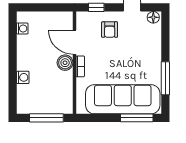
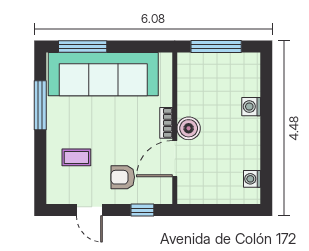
floor lamp: (153, 17) -> (58, 195), removed
armchair: (110, 30) -> (123, 177), turned -90
door: (74, 42) -> (175, 159), swing flipped
coffee table: (141, 43) -> (76, 157), added

